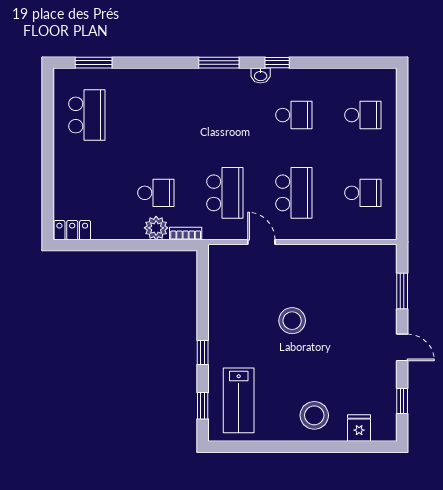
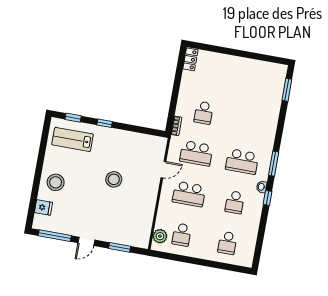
school desk: (87, 115) -> (242, 162), moved
plant: (156, 228) -> (160, 236), moved
window: (402, 401) -> (55, 236), width x2.17

